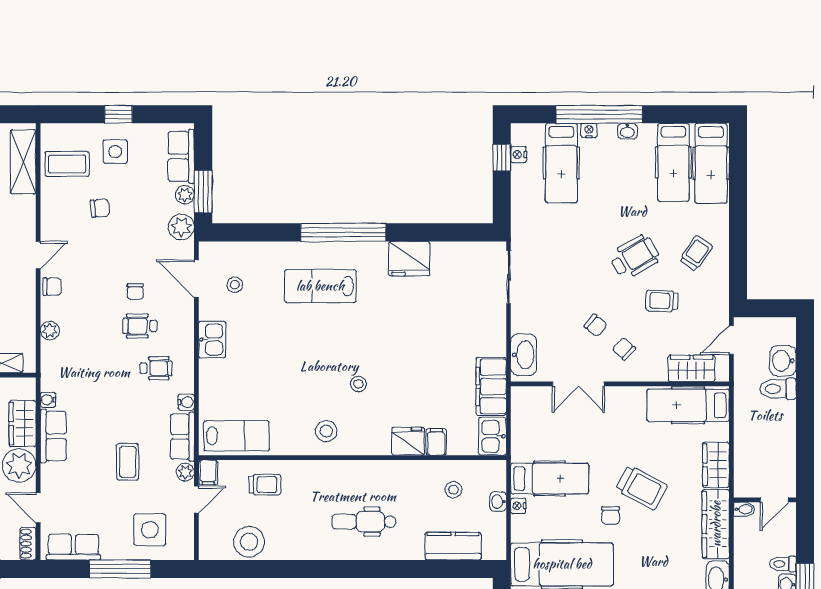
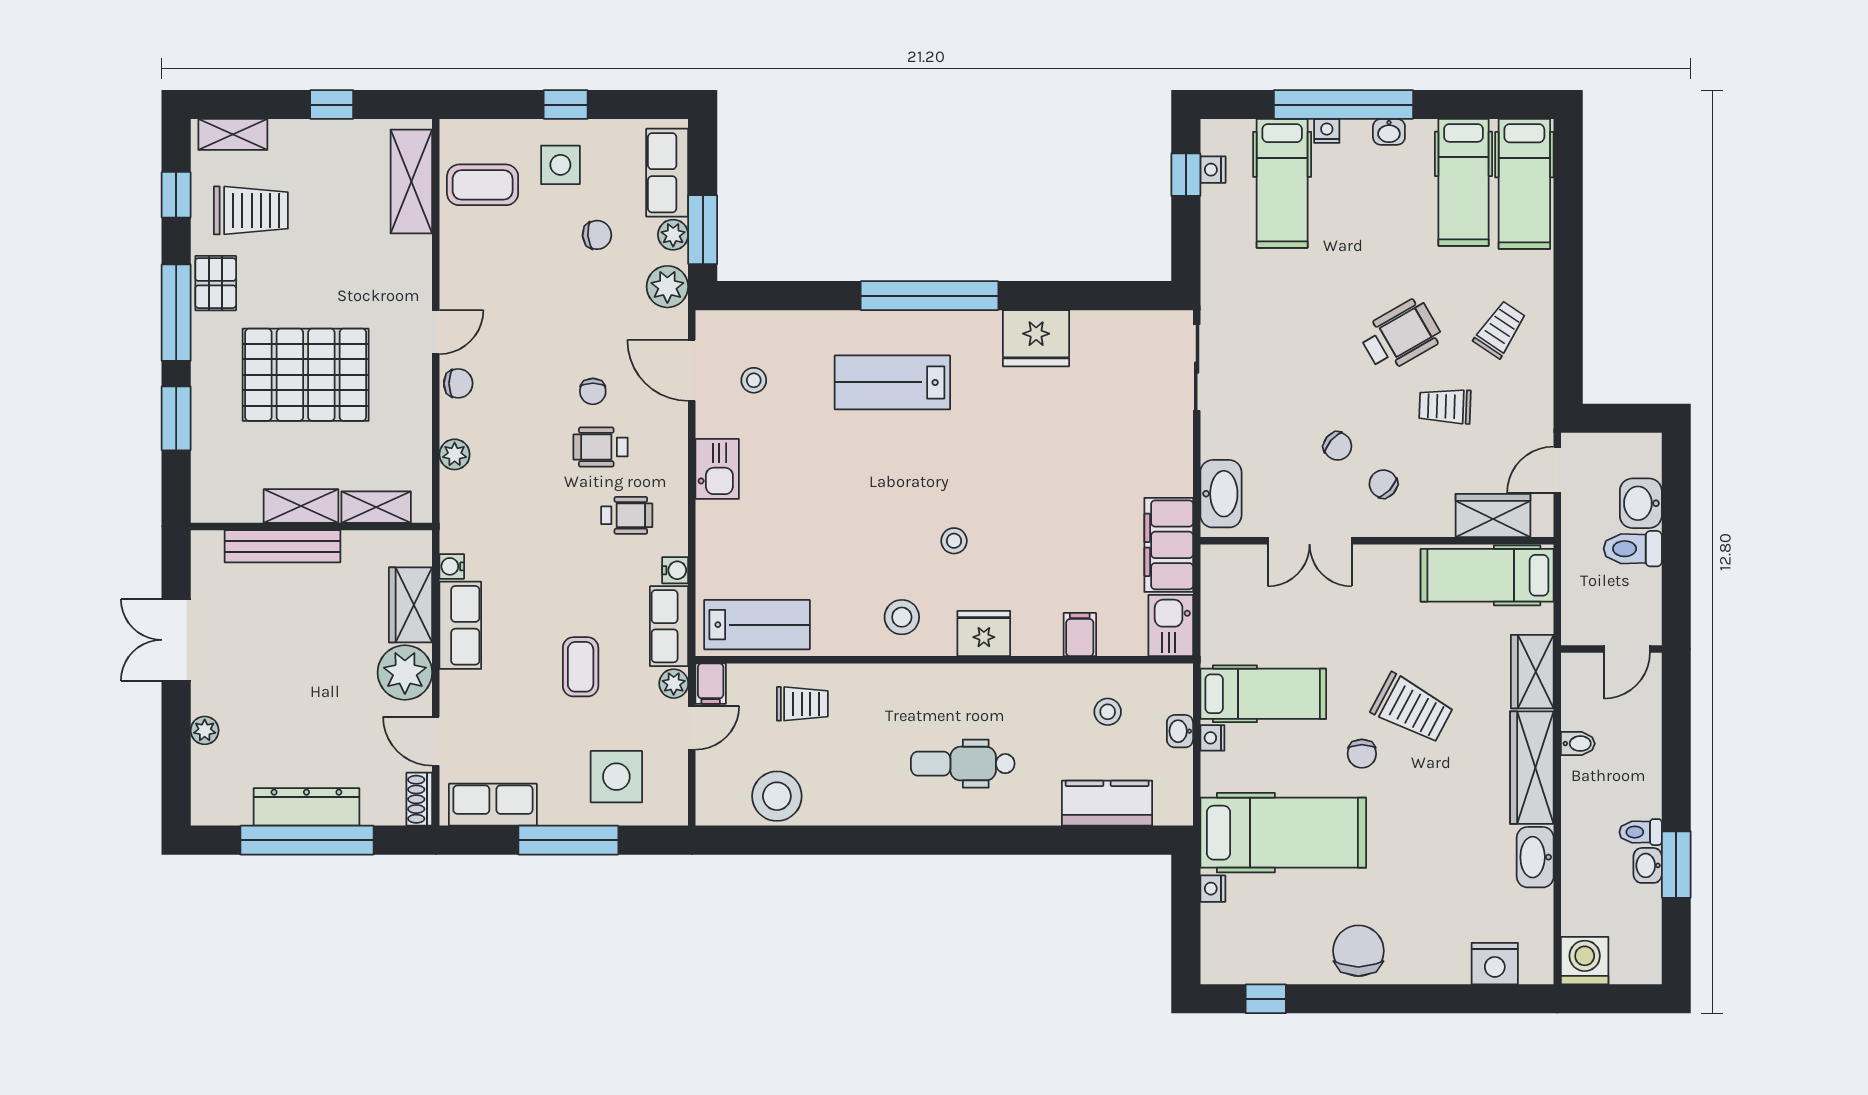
chair: (100, 208) -> (597, 235), moved
fridge: (408, 441) -> (984, 634), moved
wall: (765, 500) -> (1611, 649), moved
door: (774, 500) -> (1627, 649), moved

